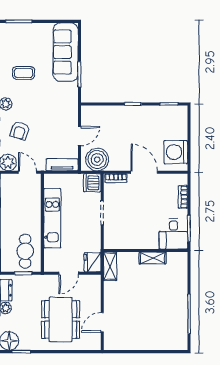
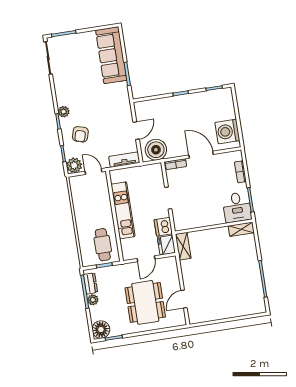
coffee table: (24, 73) -> (76, 80), removed
dishwasher: (92, 183) -> (163, 227), moved
shelving: (153, 258) -> (241, 229), moved

